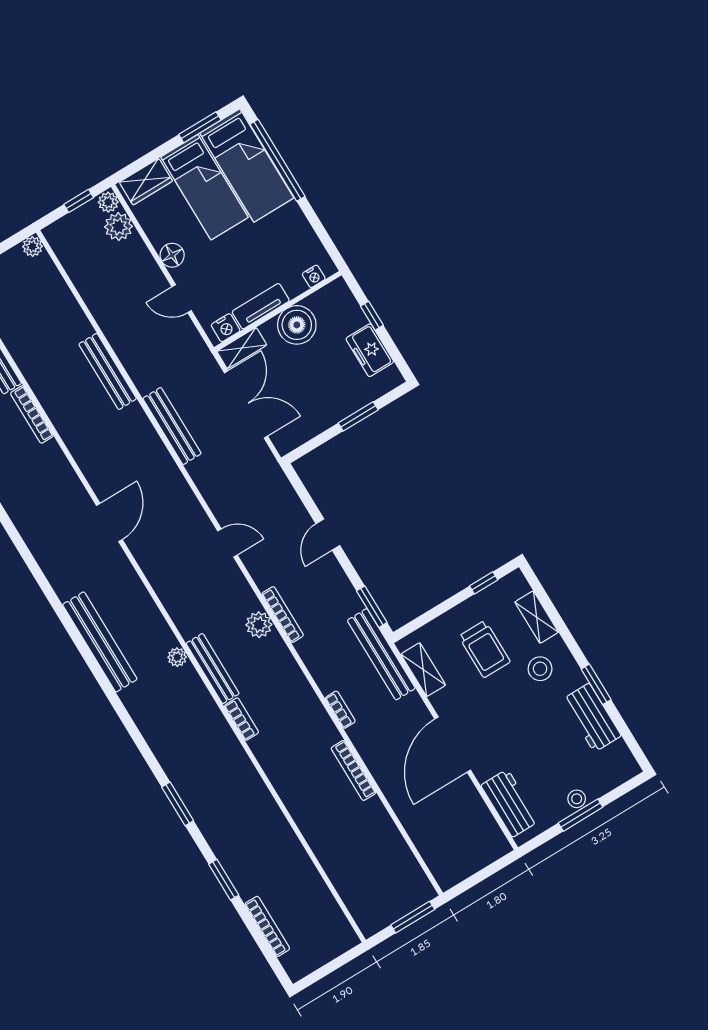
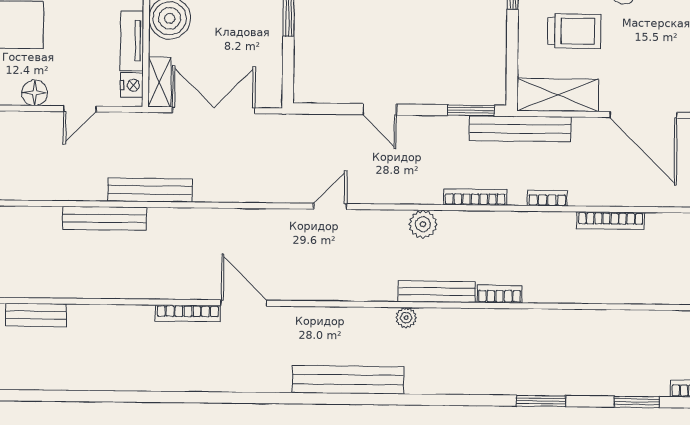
bookcase: (32, 415) -> (188, 313), moved
bench: (172, 426) -> (150, 190), moved
bookcase: (283, 615) -> (475, 197), moved
shelving: (423, 670) -> (558, 95), width x1.50, depth x1.33

